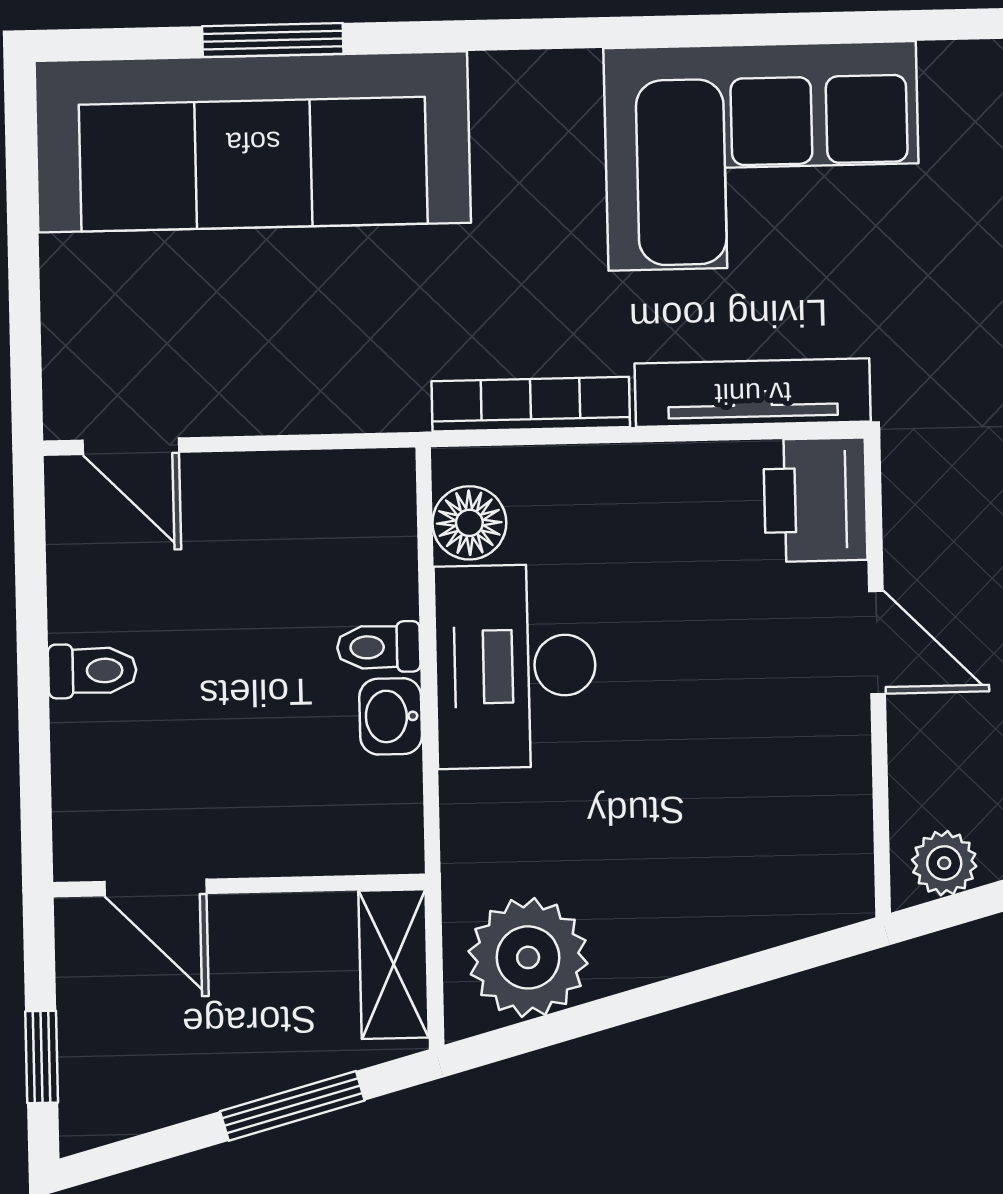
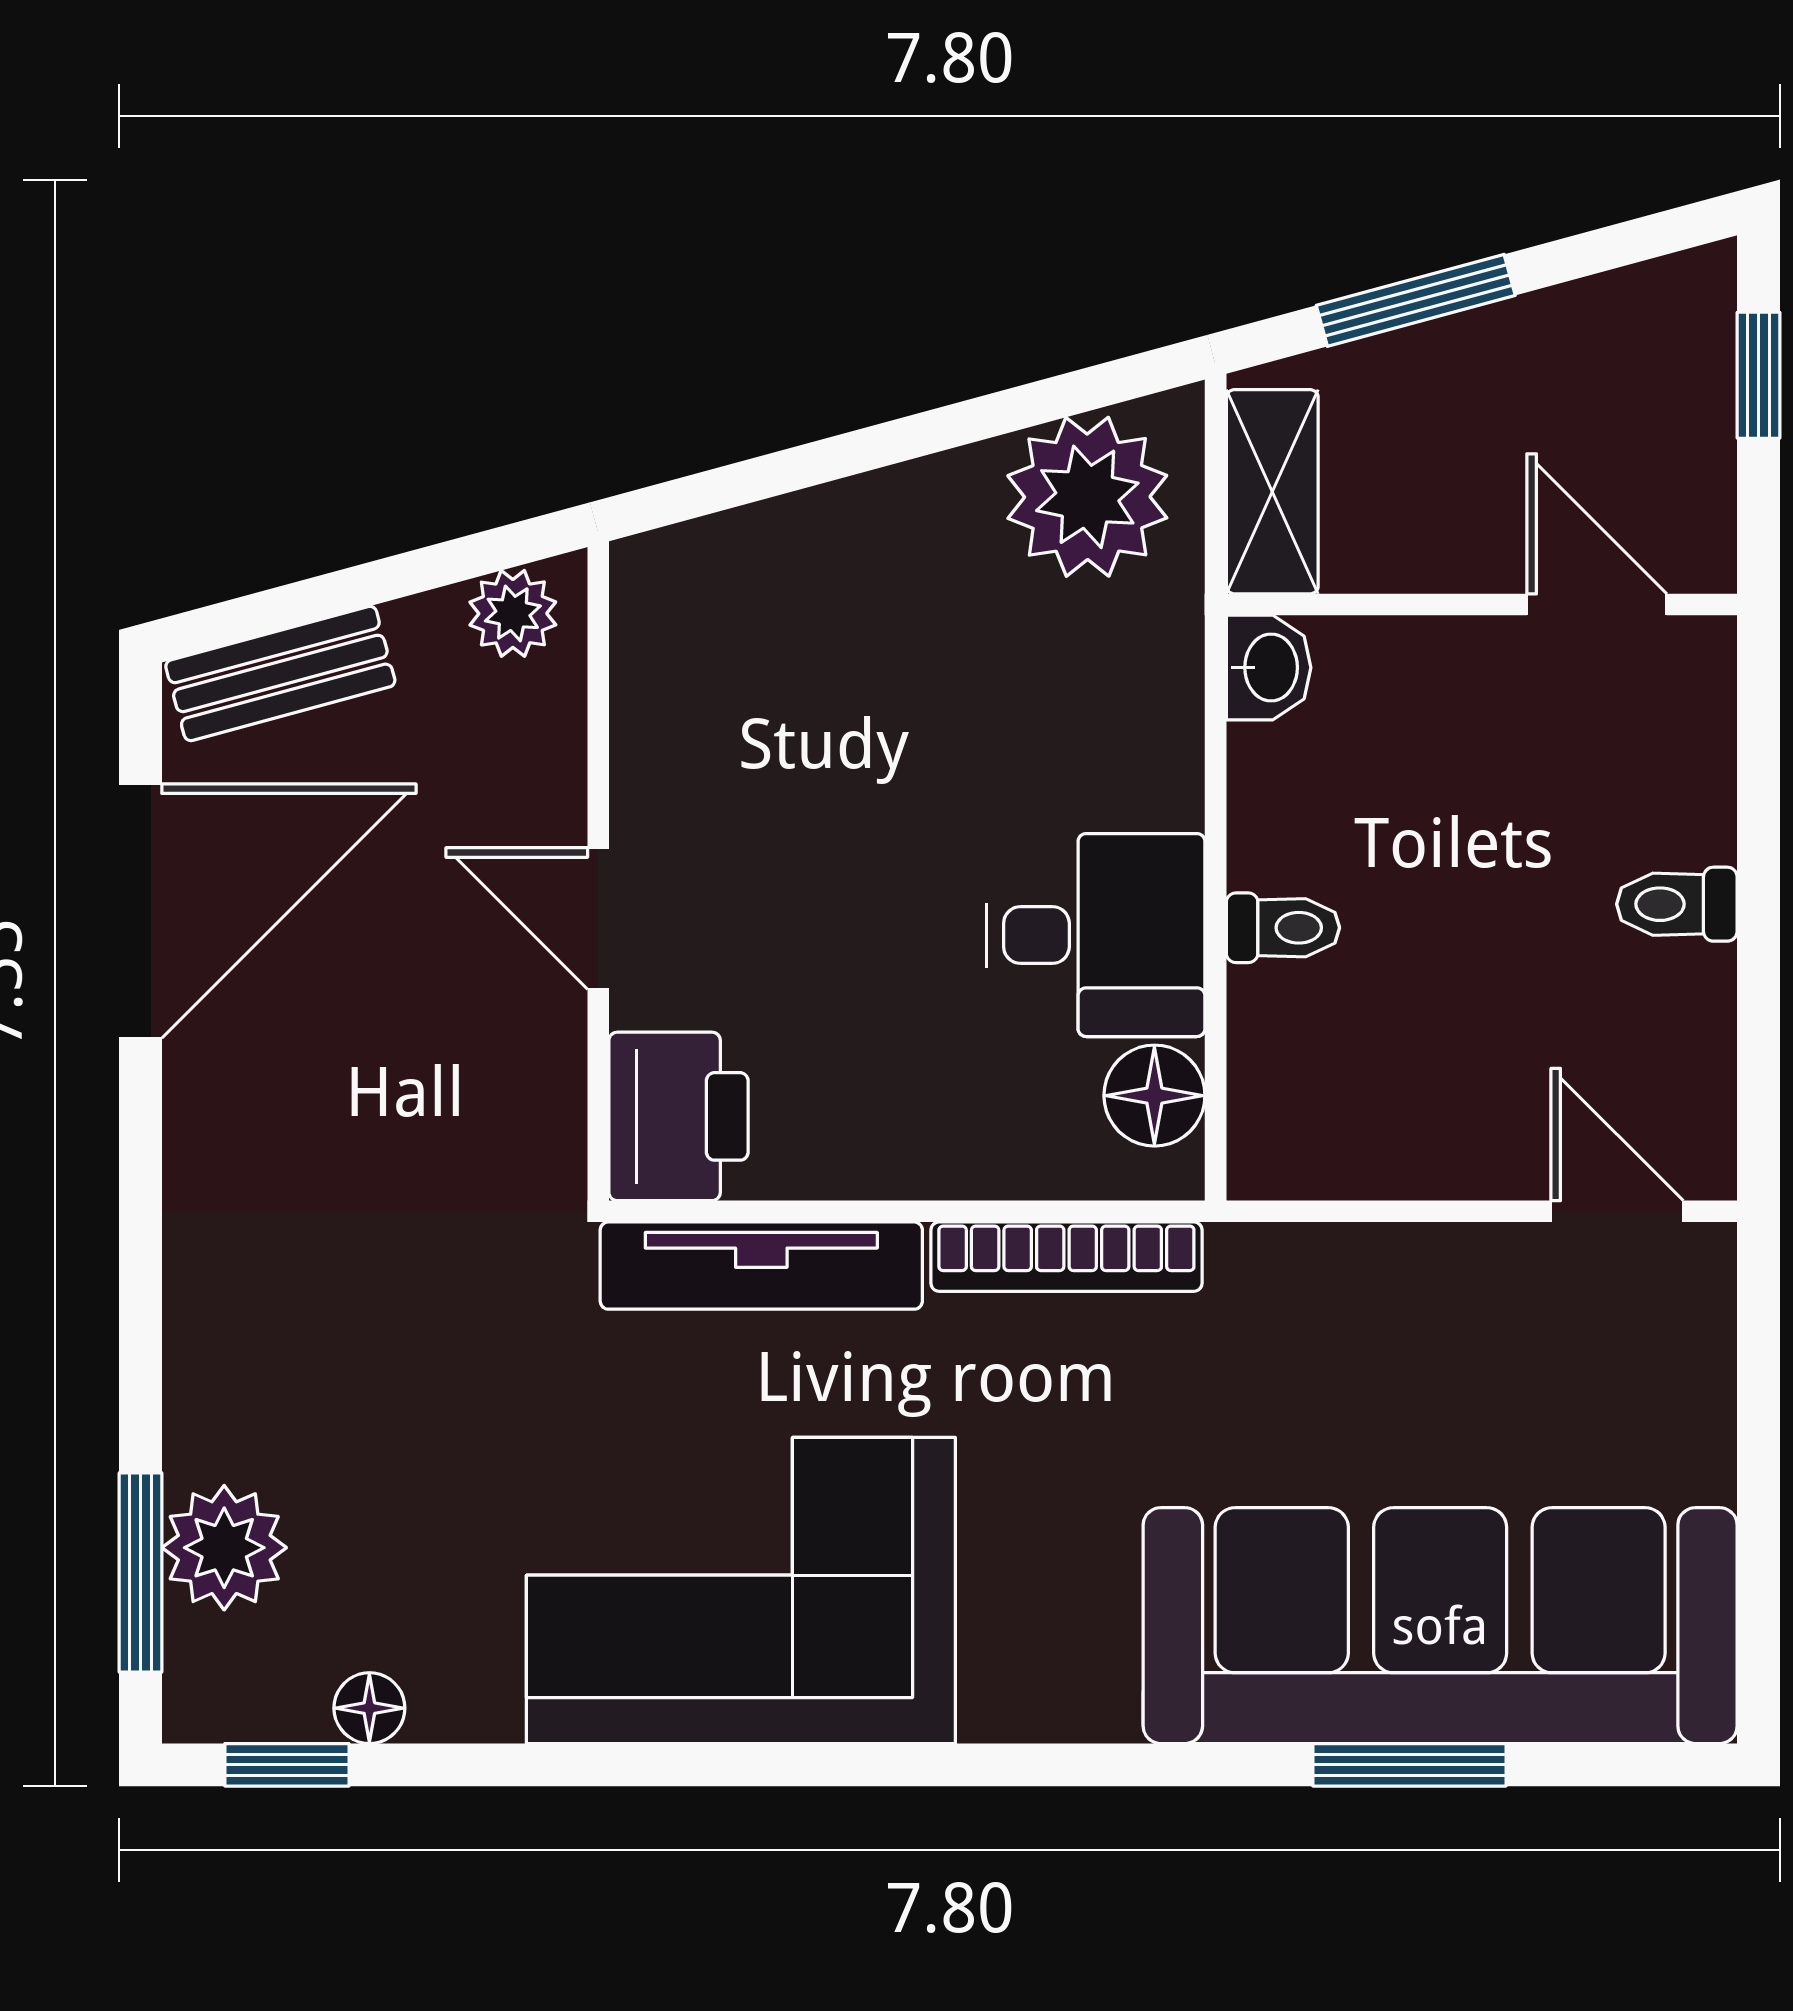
desk: (515, 666) -> (1096, 935), width x0.73
washbasin: (391, 716) -> (1269, 668), moved

